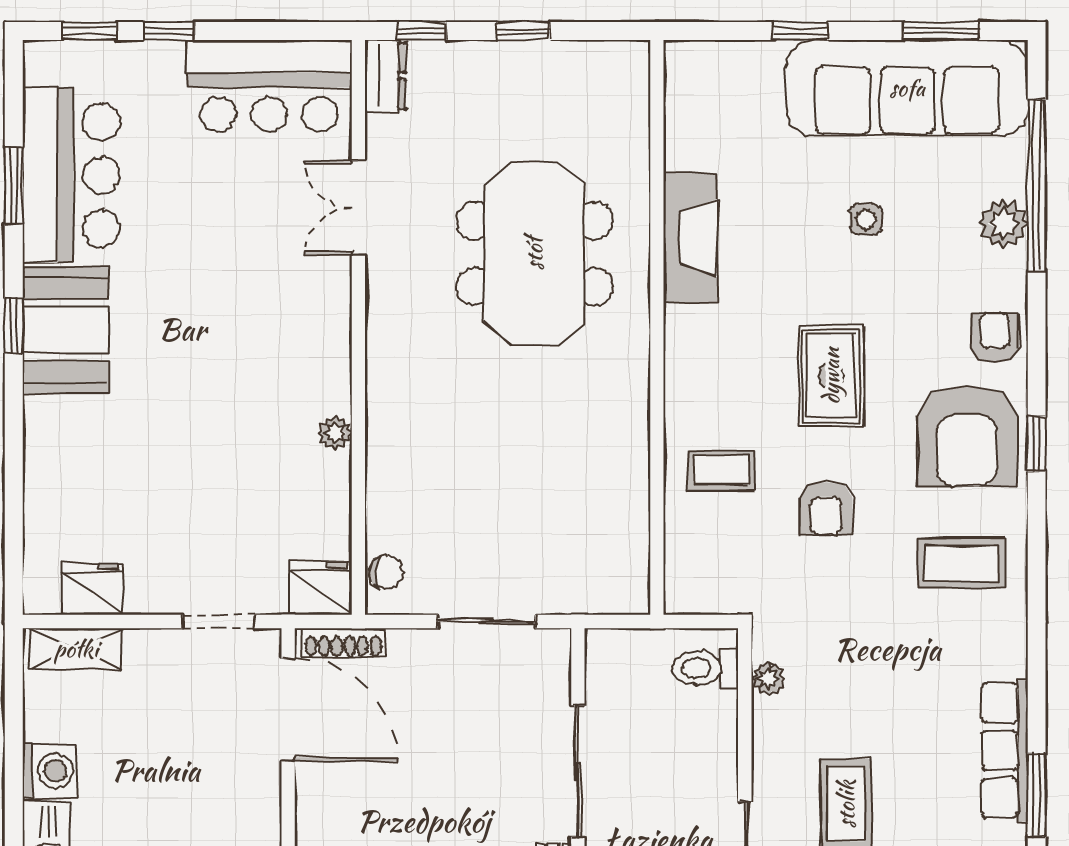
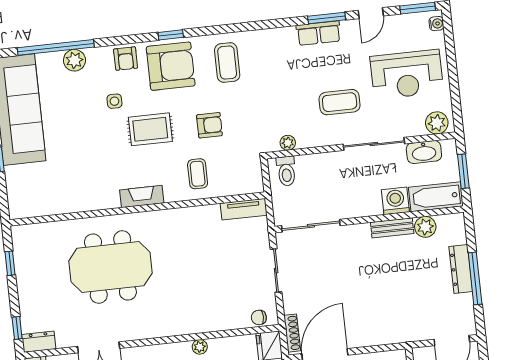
window: (523, 31) -> (10, 263), moved
side table: (866, 220) -> (114, 101), moved
fireplace: (690, 238) -> (142, 197), moved, width x0.73, depth x0.76
armchair: (995, 338) -> (126, 59), turned -90
tv unit: (631, 564) -> (244, 209), added
chair: (386, 572) -> (259, 317), turned -90
row of seats: (1005, 750) -> (318, 33), width x0.68
sliding door: (578, 771) -> (311, 226), moved

